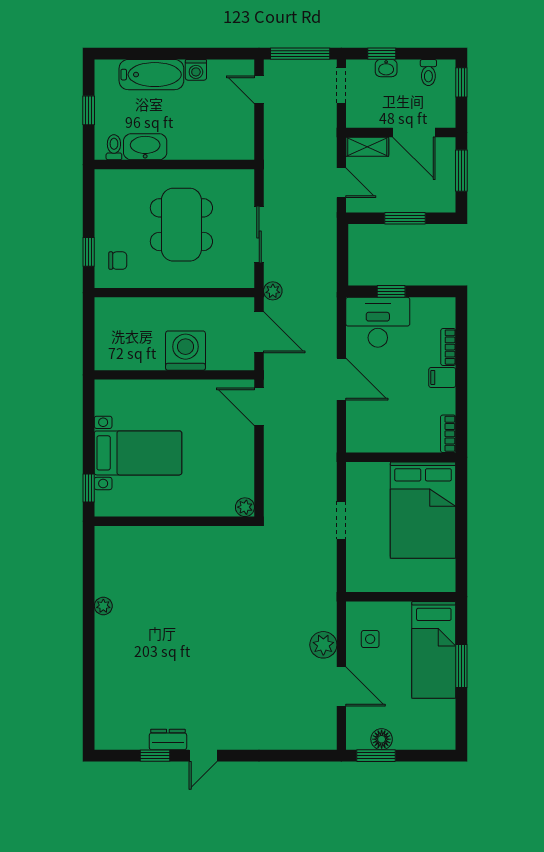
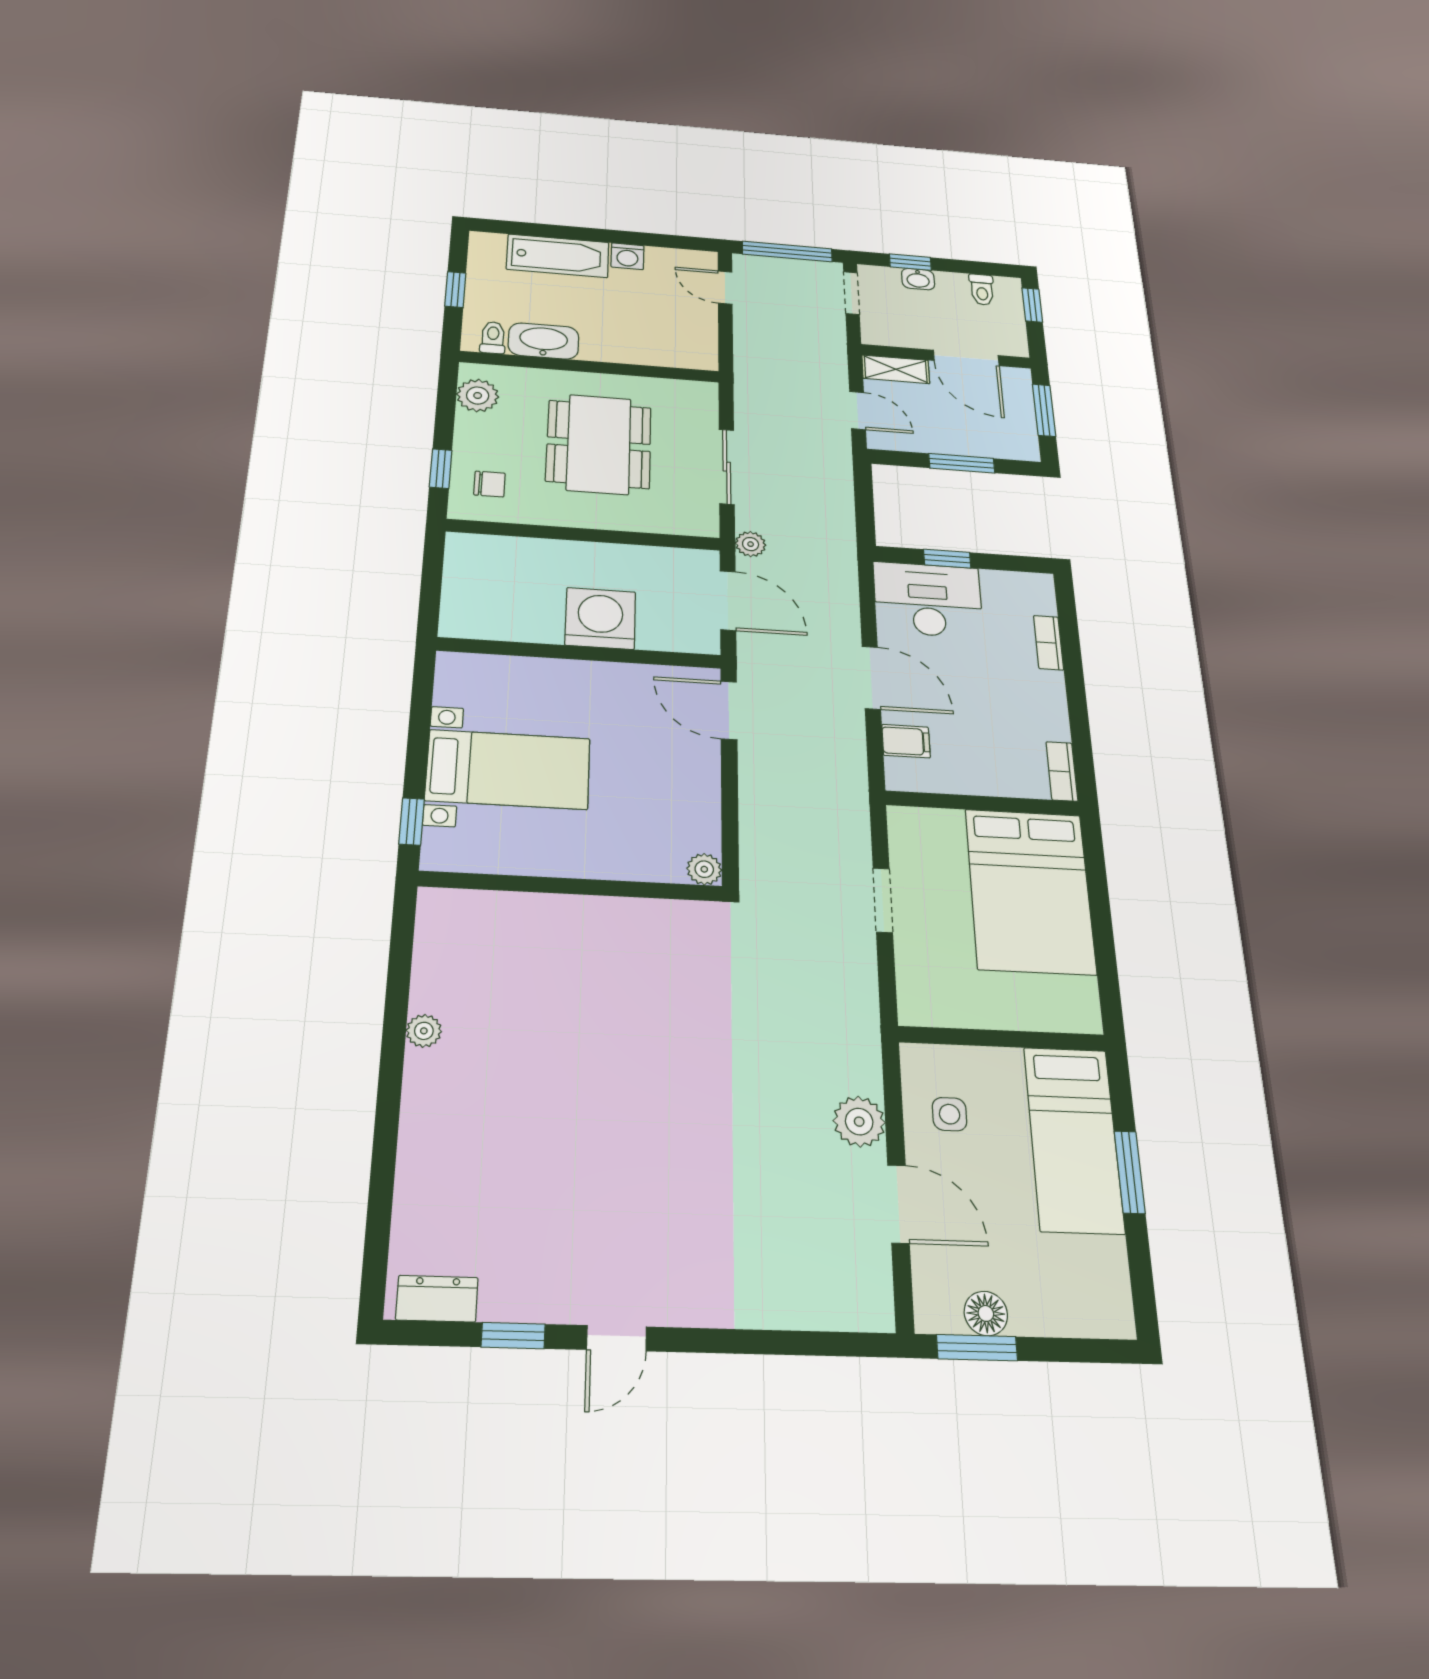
plant: (107, 194) -> (478, 395), added
filing cabinet: (442, 377) -> (906, 741), moved, turned 180
dresser: (168, 739) -> (437, 1299), moved

